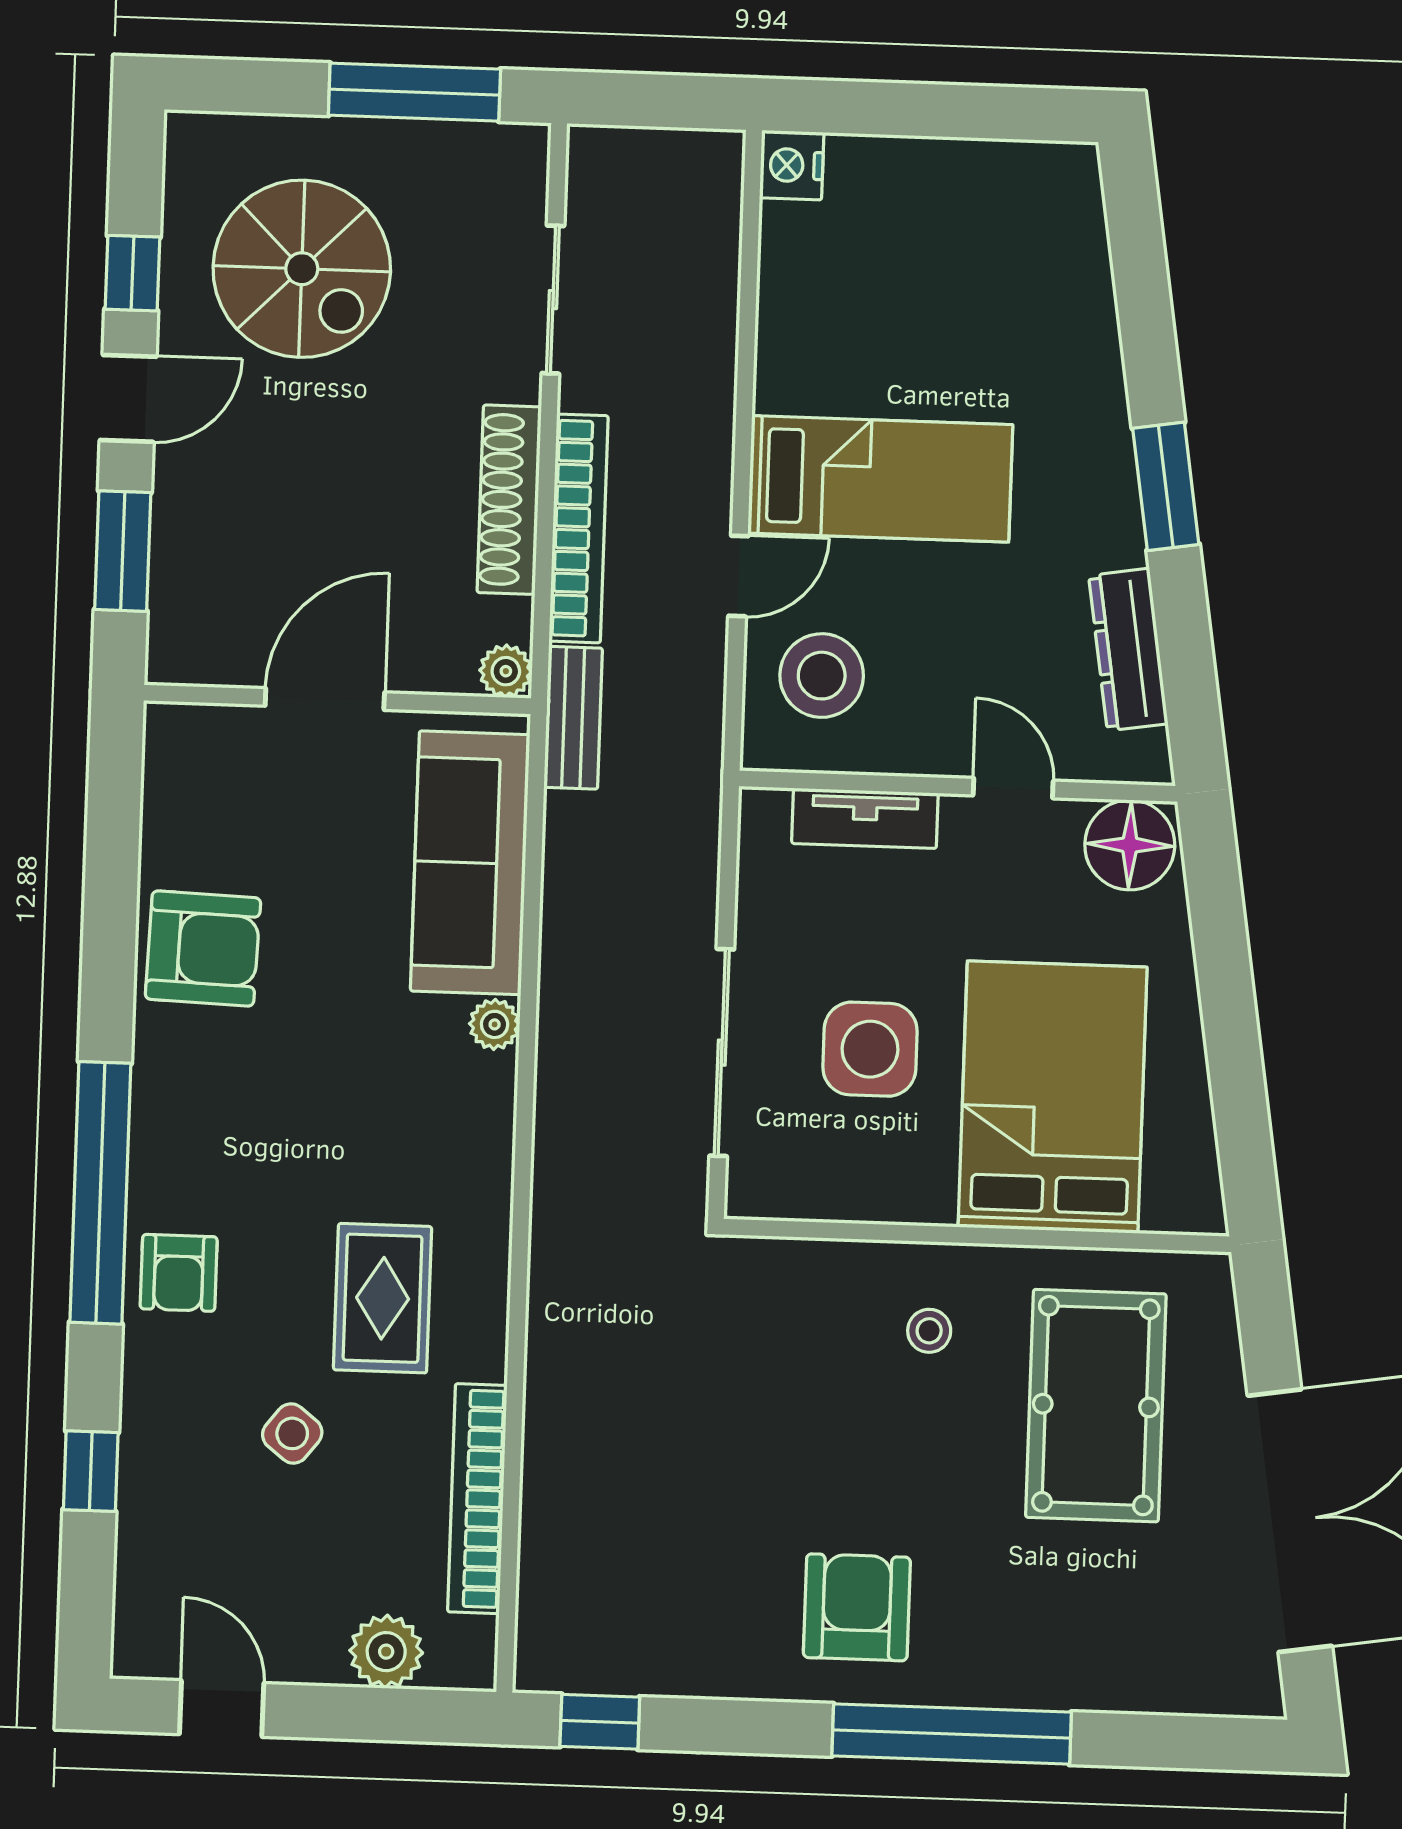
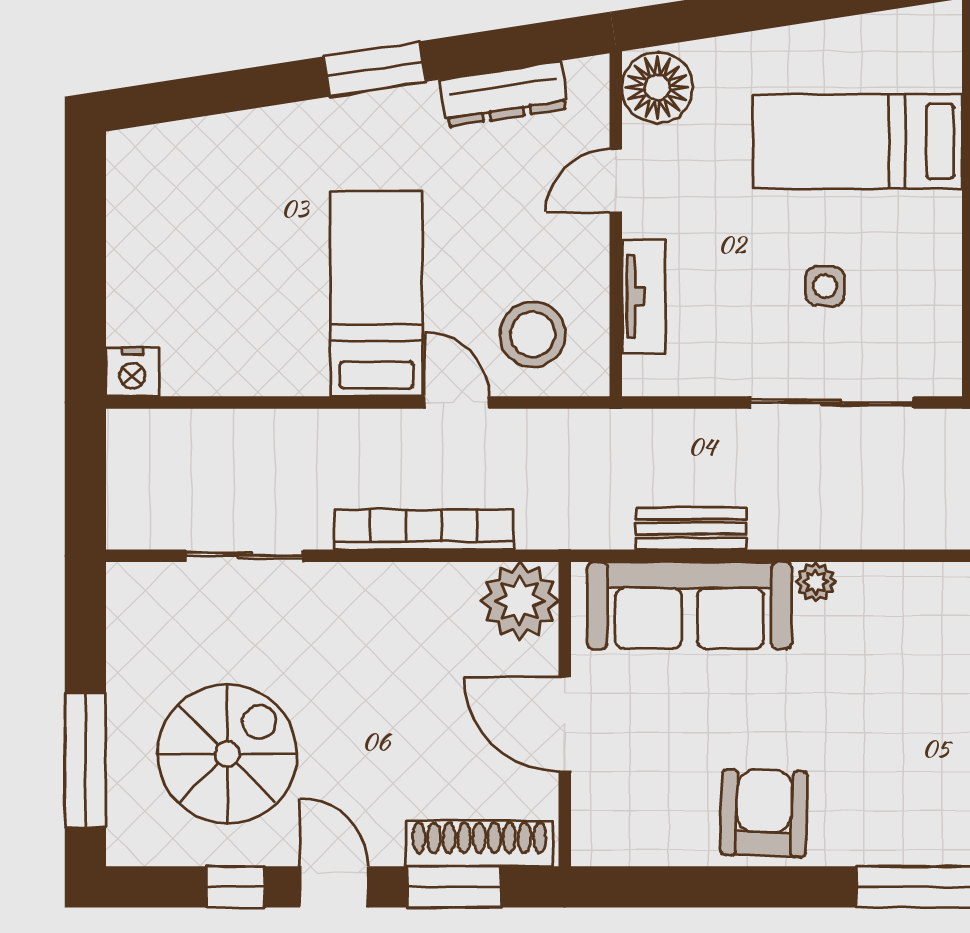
window: (414, 92) -> (85, 760), moved
shoe rack: (509, 500) -> (479, 844), moved, turned 180
plant: (506, 671) -> (520, 601), width x1.87, depth x1.87
bench: (573, 718) -> (691, 528), moved
side table: (870, 1049) -> (825, 286), width x0.54, depth x0.54
bed: (1053, 1097) -> (858, 141), width x0.67

